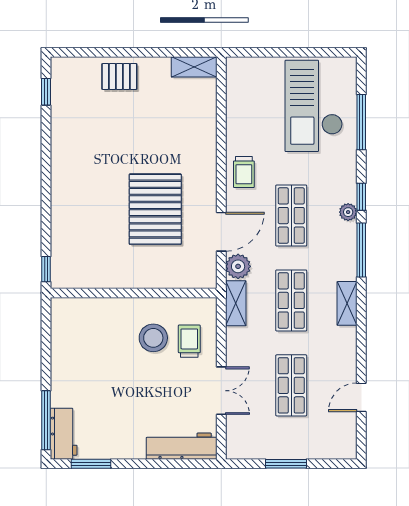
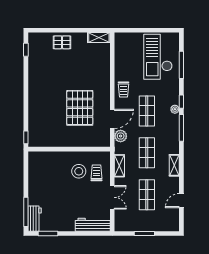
shelving: (236, 303) -> (119, 166), moved
shelving: (347, 303) -> (174, 165), moved

